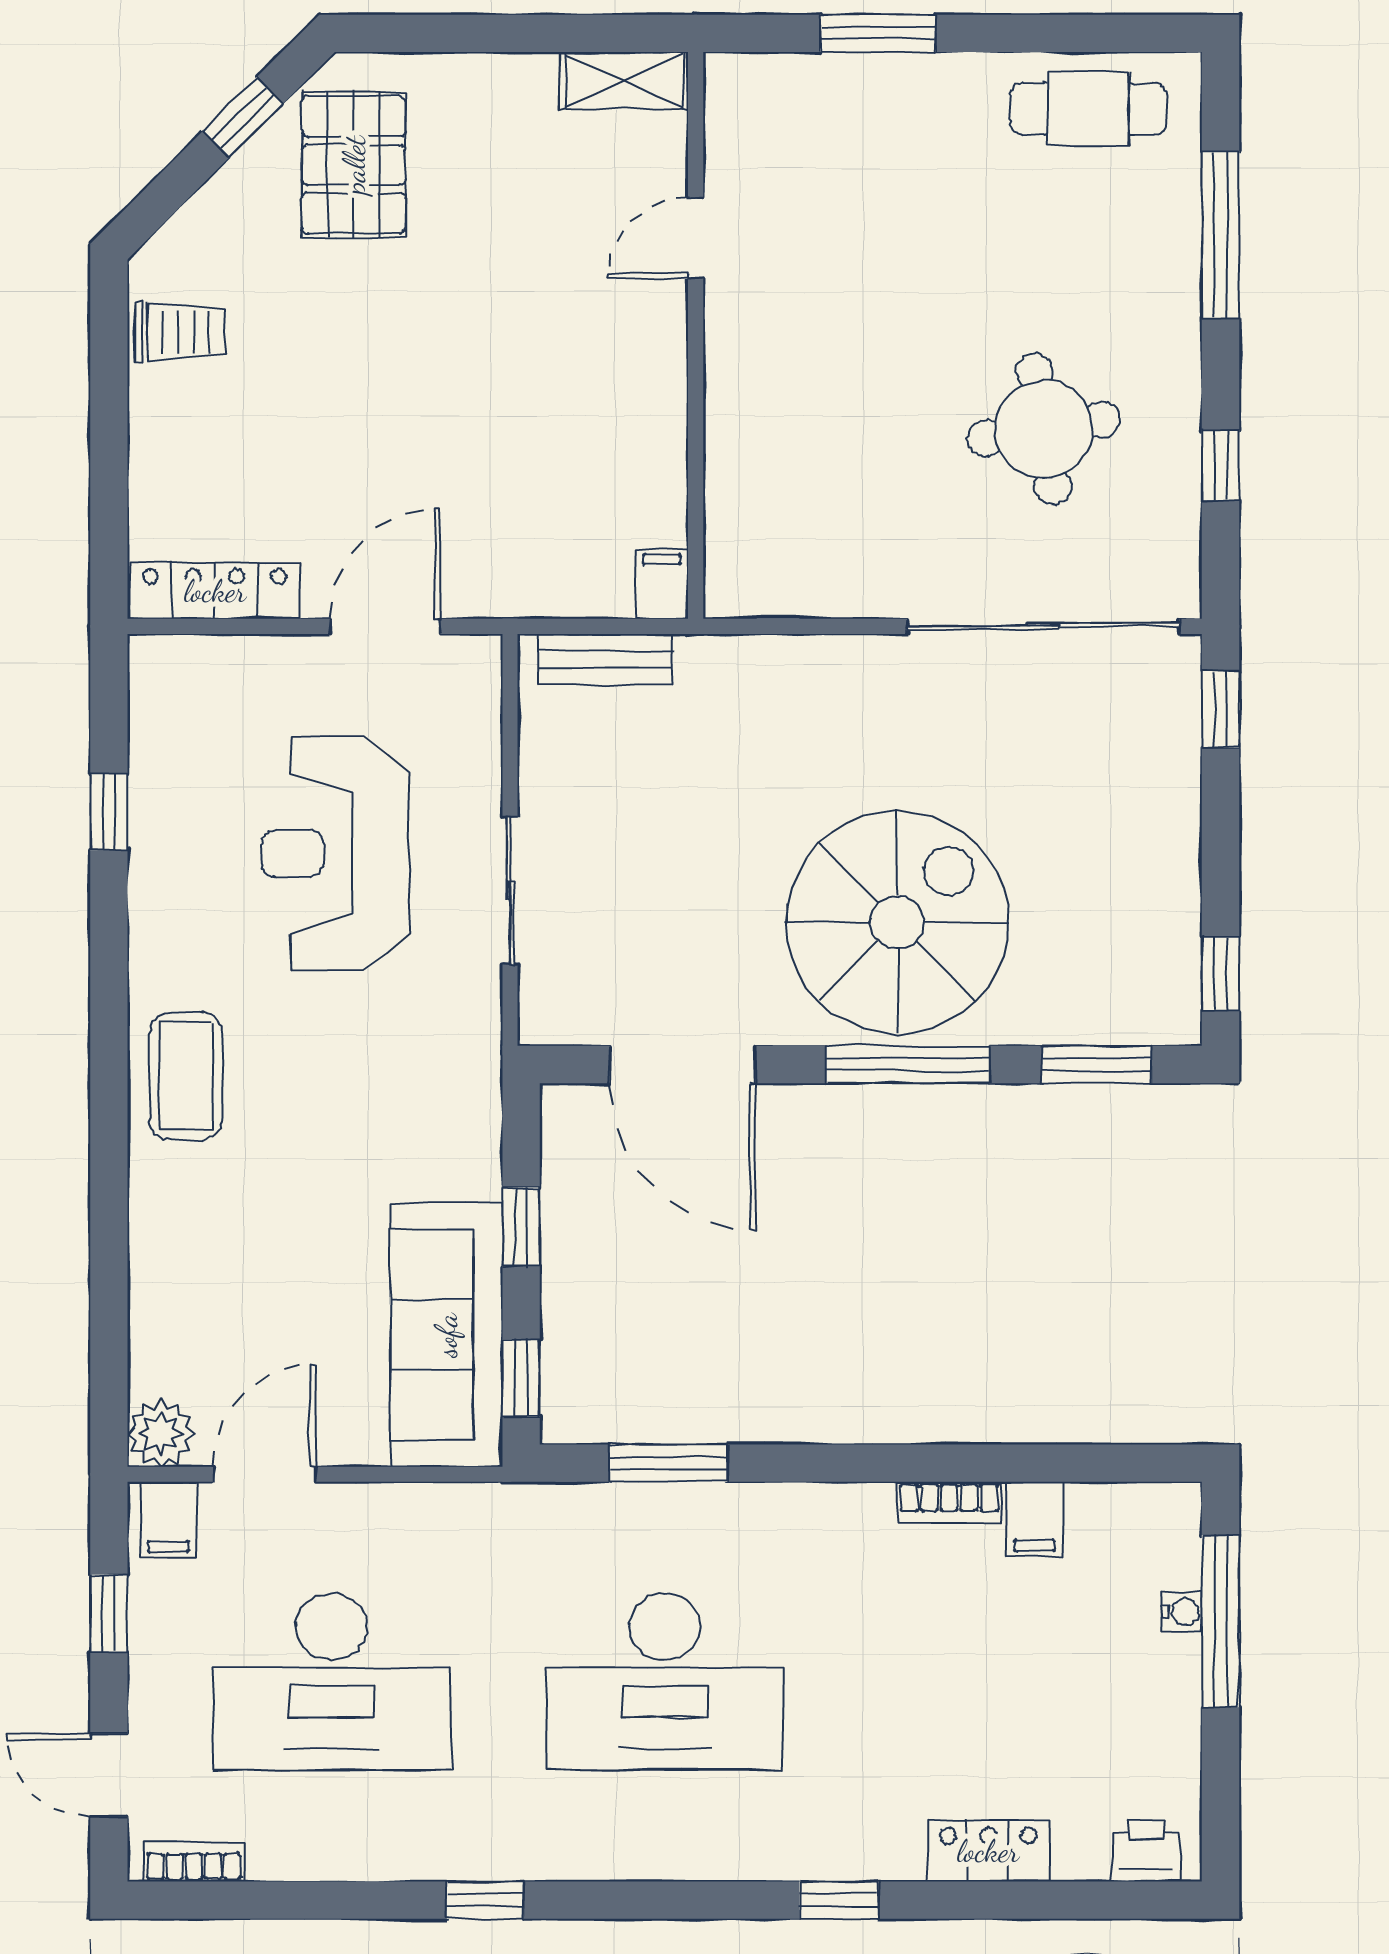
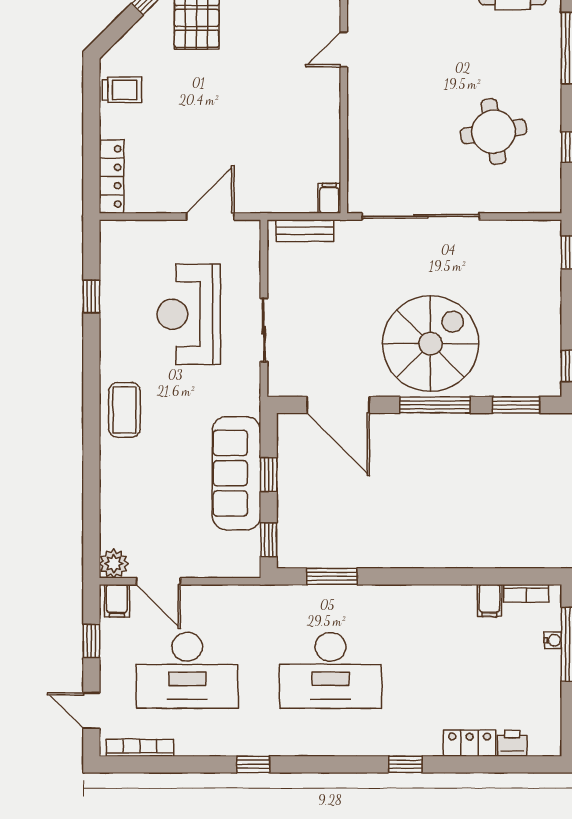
locker: (215, 591) -> (112, 176), moved, turned 90
sliding door: (1043, 626) -> (421, 216), moved
sofa: (446, 1335) -> (237, 473), moved
door: (265, 1474) -> (158, 581), swing flipped
bookcase: (949, 1503) -> (526, 593), moved
printer: (1146, 1851) -> (512, 743), moved
bookcase: (194, 1862) -> (140, 748), width x1.56

